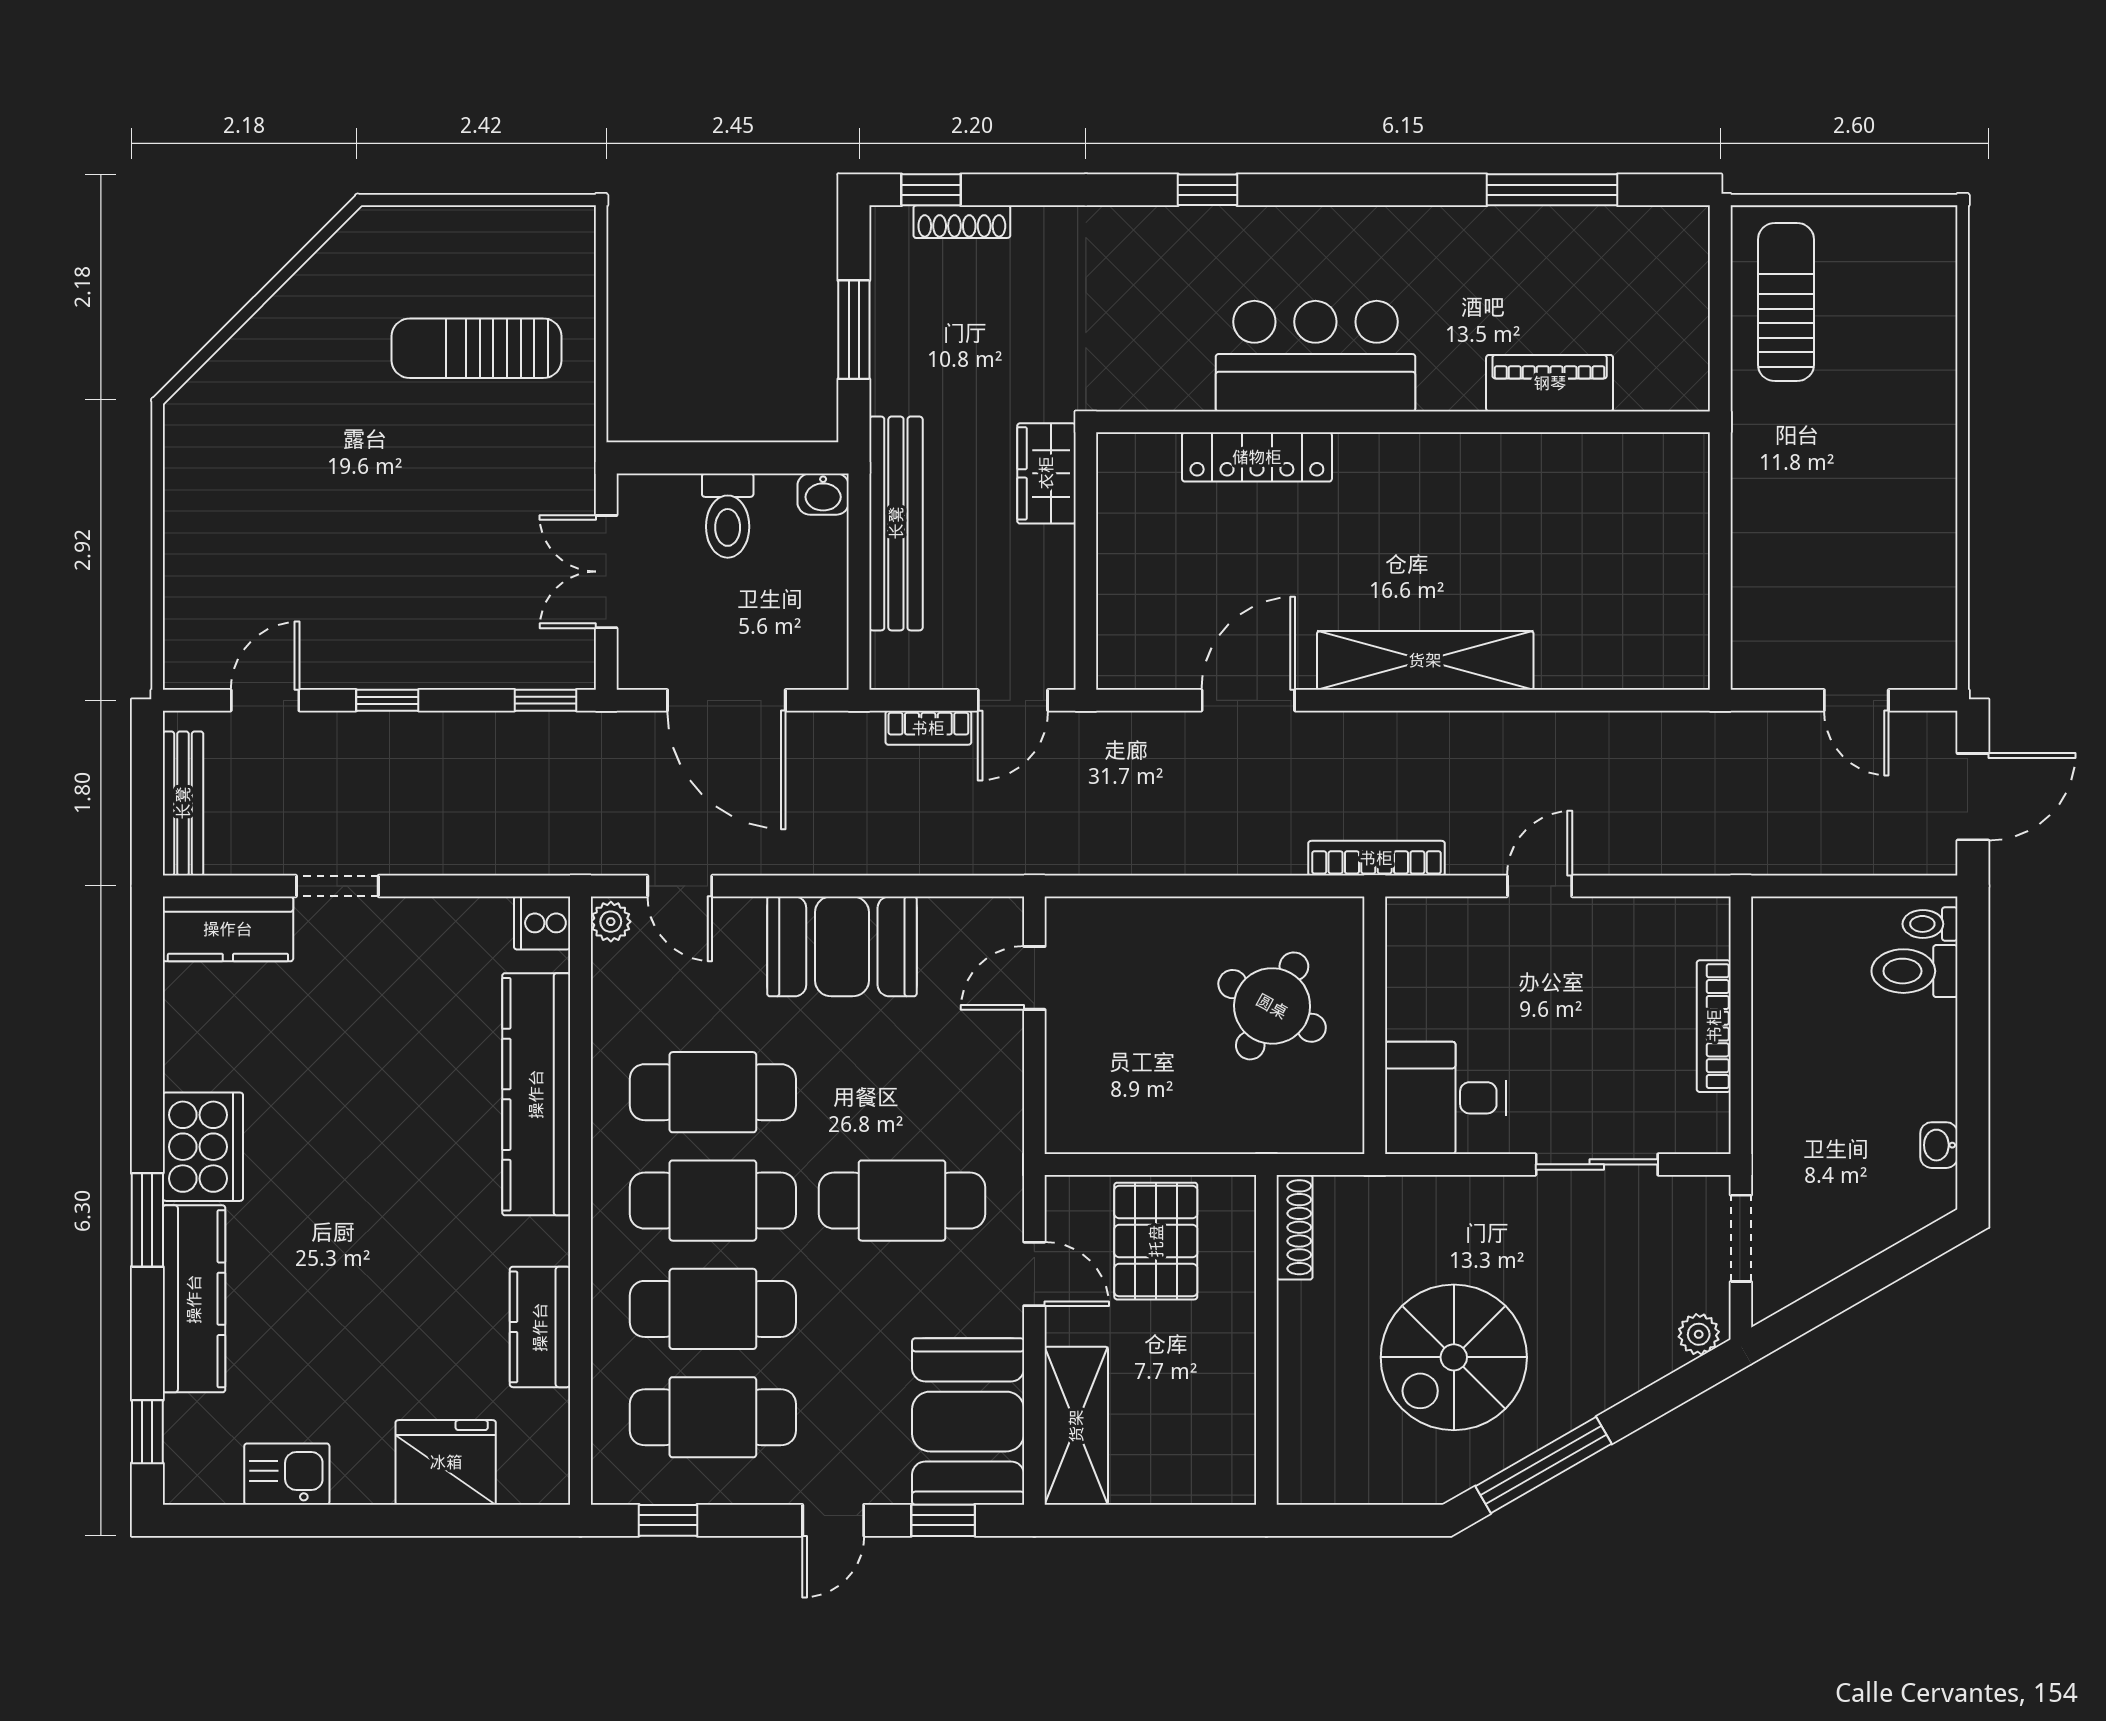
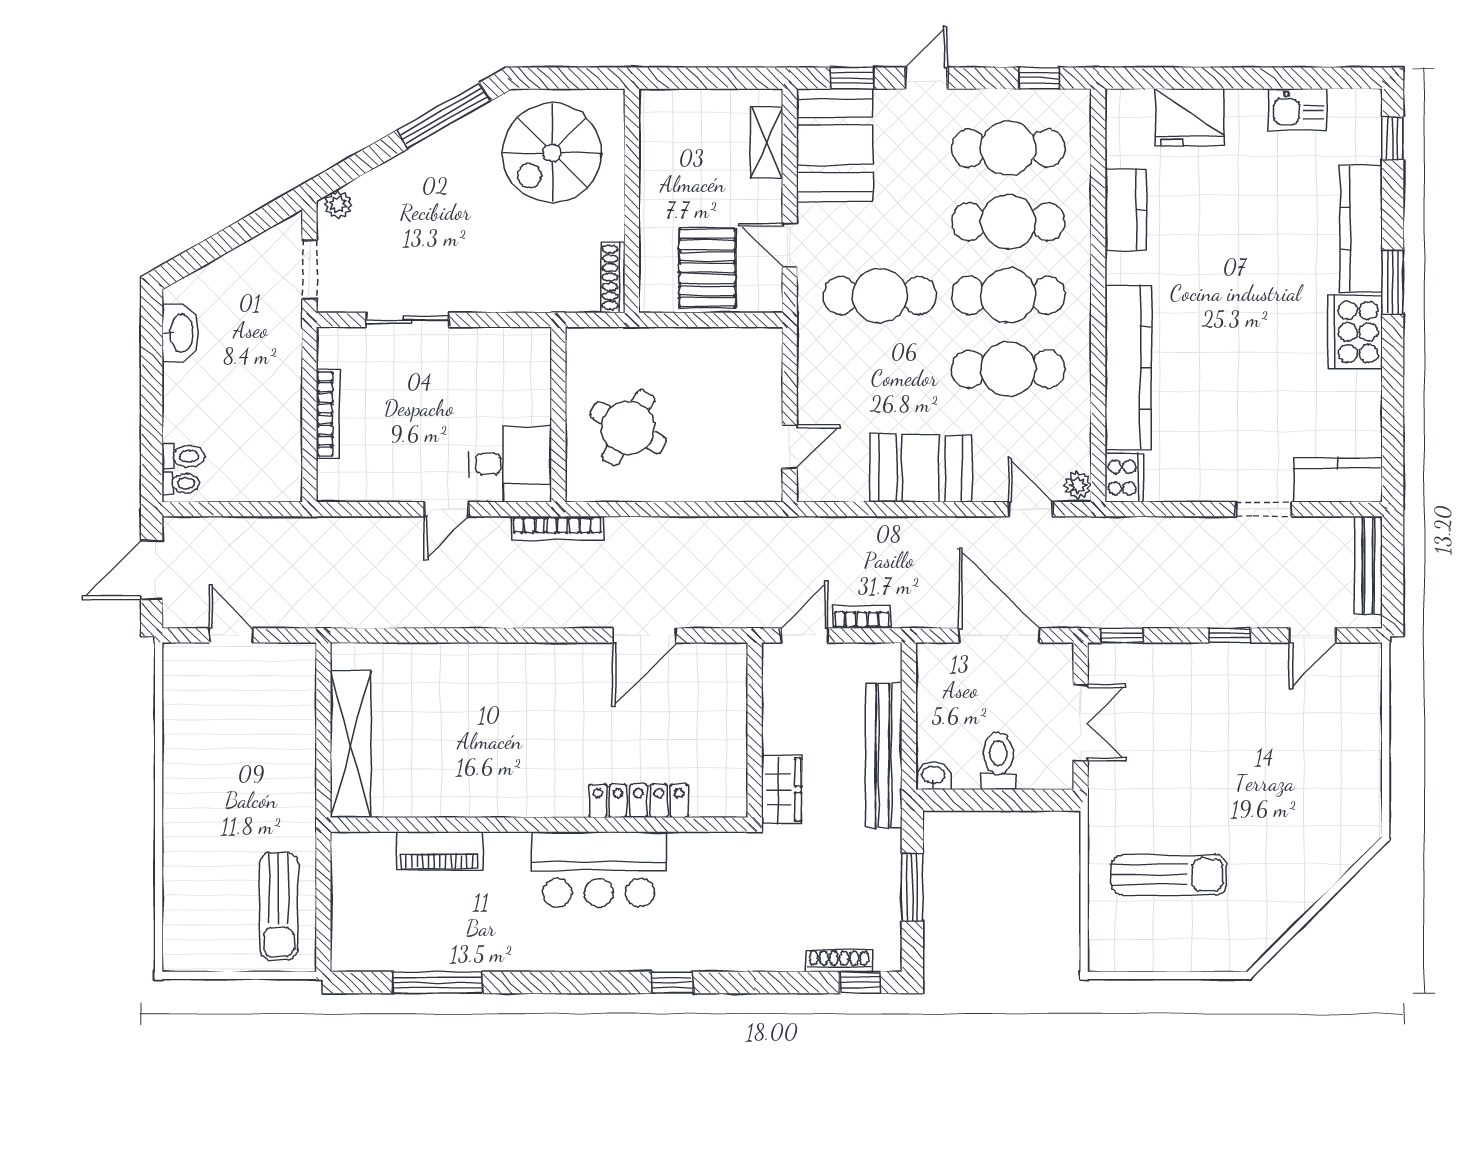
shelving: (1425, 660) -> (351, 744), moved, turned 90
cooker: (542, 923) -> (1124, 478), width x1.36
toilet: (1915, 971) -> (183, 456), width x0.73, depth x0.72
desk: (1446, 1098) -> (510, 464), moved
washbasin: (1939, 1145) -> (180, 333), width x1.91, depth x1.45
spiral stairs: (1454, 1357) -> (552, 153), moved, turned 180
shelving: (1076, 1426) -> (767, 142), width x0.67, depth x0.75

